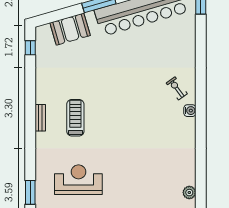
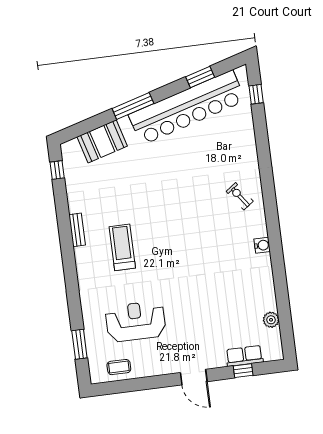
water cooler: (190, 111) -> (262, 245), moved
bench: (40, 118) -> (77, 230), moved

